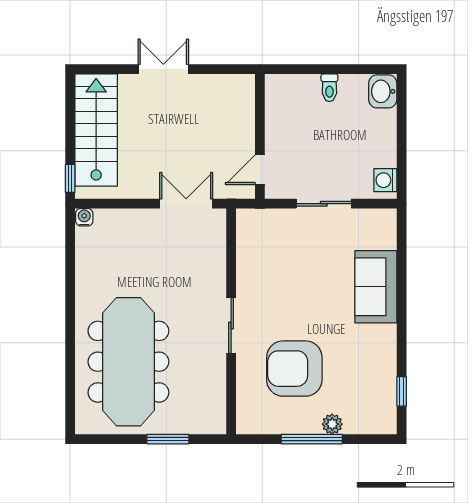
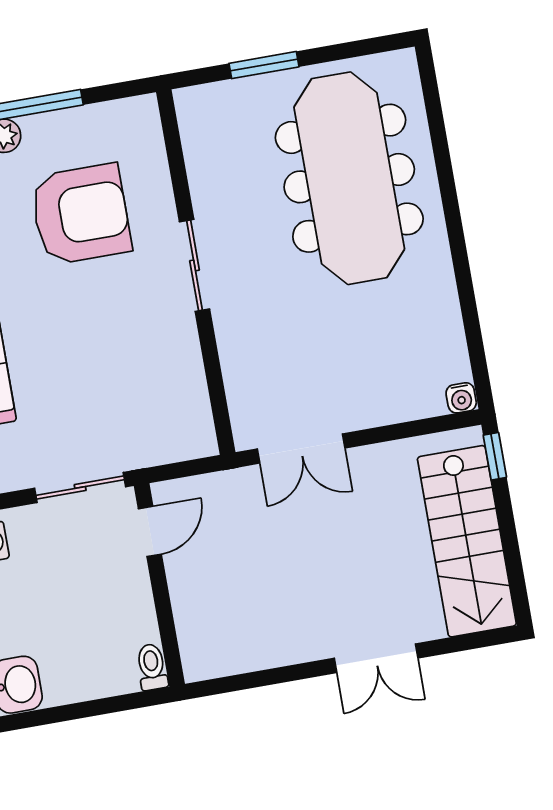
toilet: (329, 88) -> (152, 667), moved
wall: (260, 136) -> (159, 585), moved
door: (260, 170) -> (150, 531), moved

